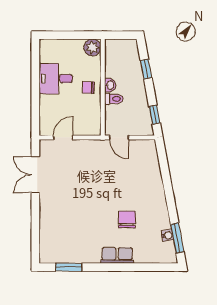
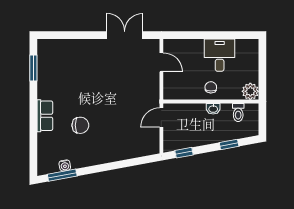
toilet: (114, 99) -> (238, 112), moved

